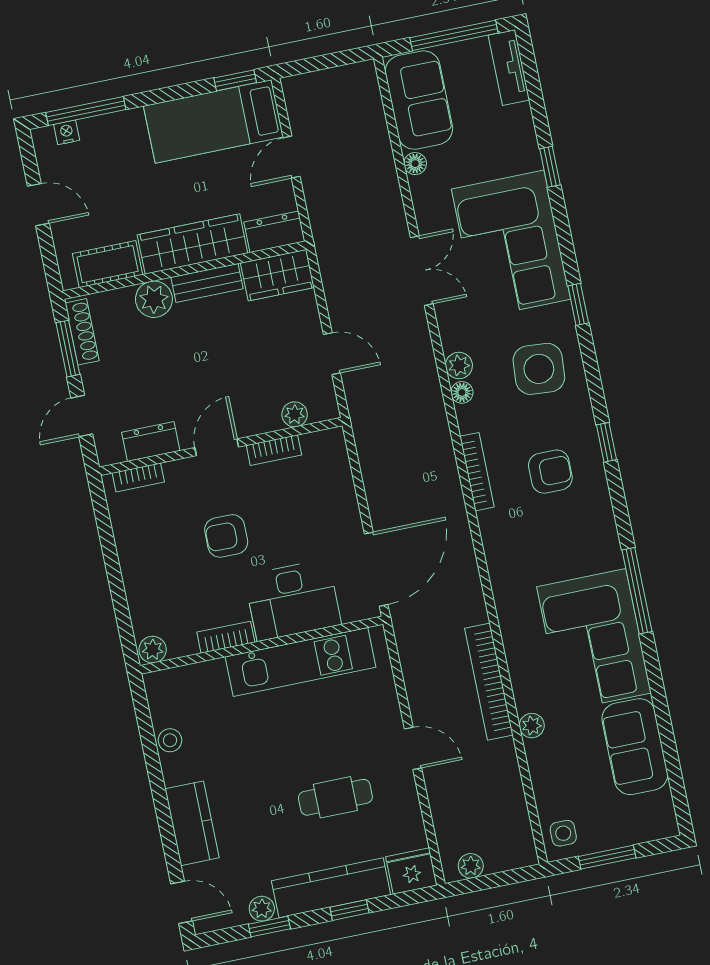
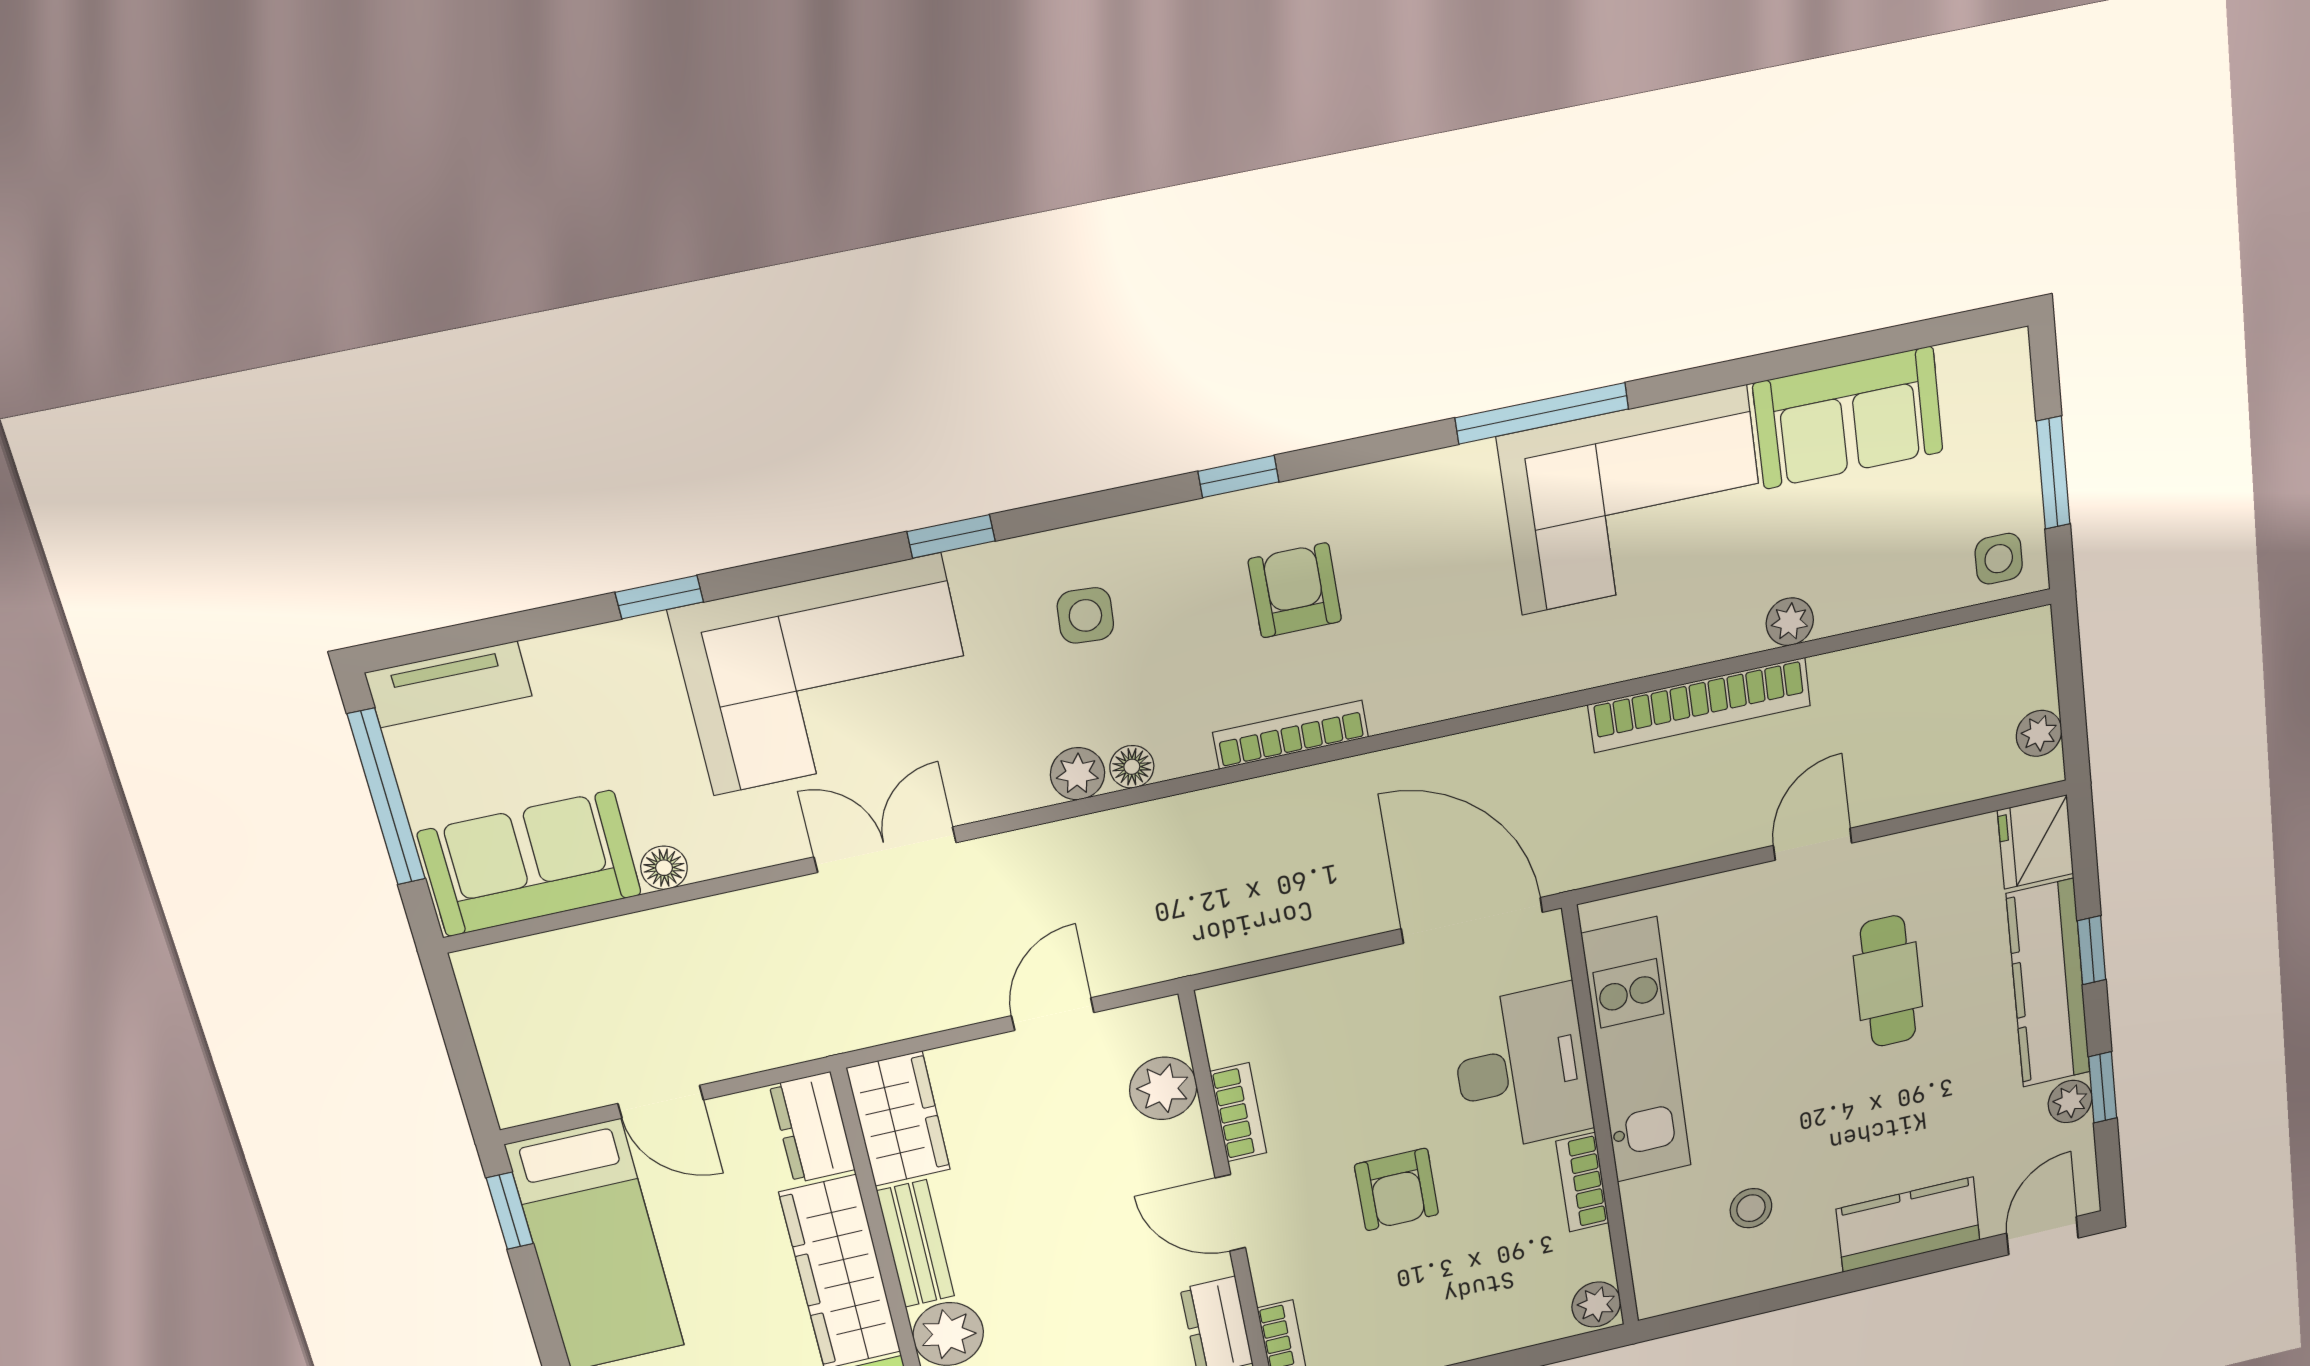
side table: (539, 369) -> (1085, 615), width x0.54, depth x0.54
plant: (295, 414) -> (1163, 1088), width x1.38, depth x1.38
stool: (170, 740) -> (1751, 1208), moved

